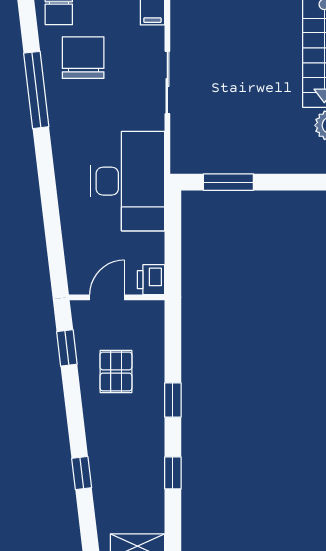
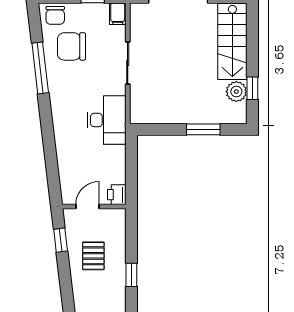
chair: (83, 58) -> (71, 46), turned -90
desk: (127, 181) -> (107, 120), width x0.73, depth x0.77
window: (228, 182) -> (203, 129), moved

